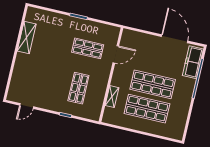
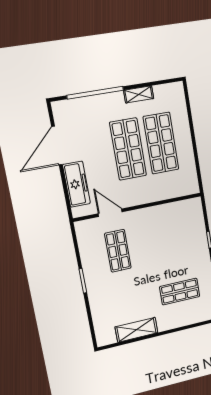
freezer: (193, 62) -> (76, 184), moved, turned -90
shop shelf: (78, 88) -> (180, 292), moved
shelving: (112, 97) -> (139, 94), moved

